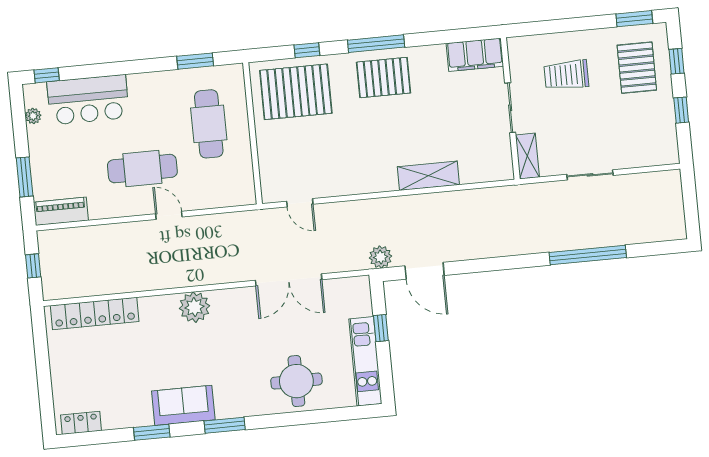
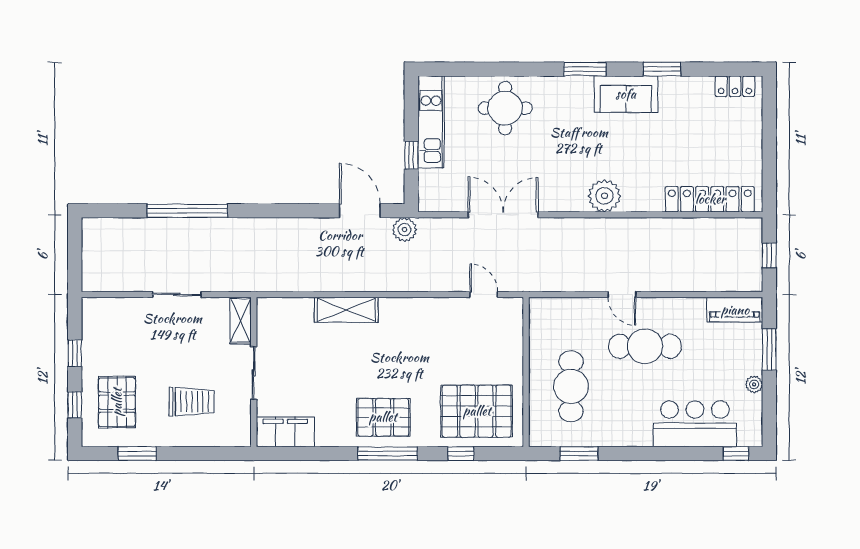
window: (634, 19) -> (137, 454), moved
plant: (33, 116) -> (754, 384), moved

